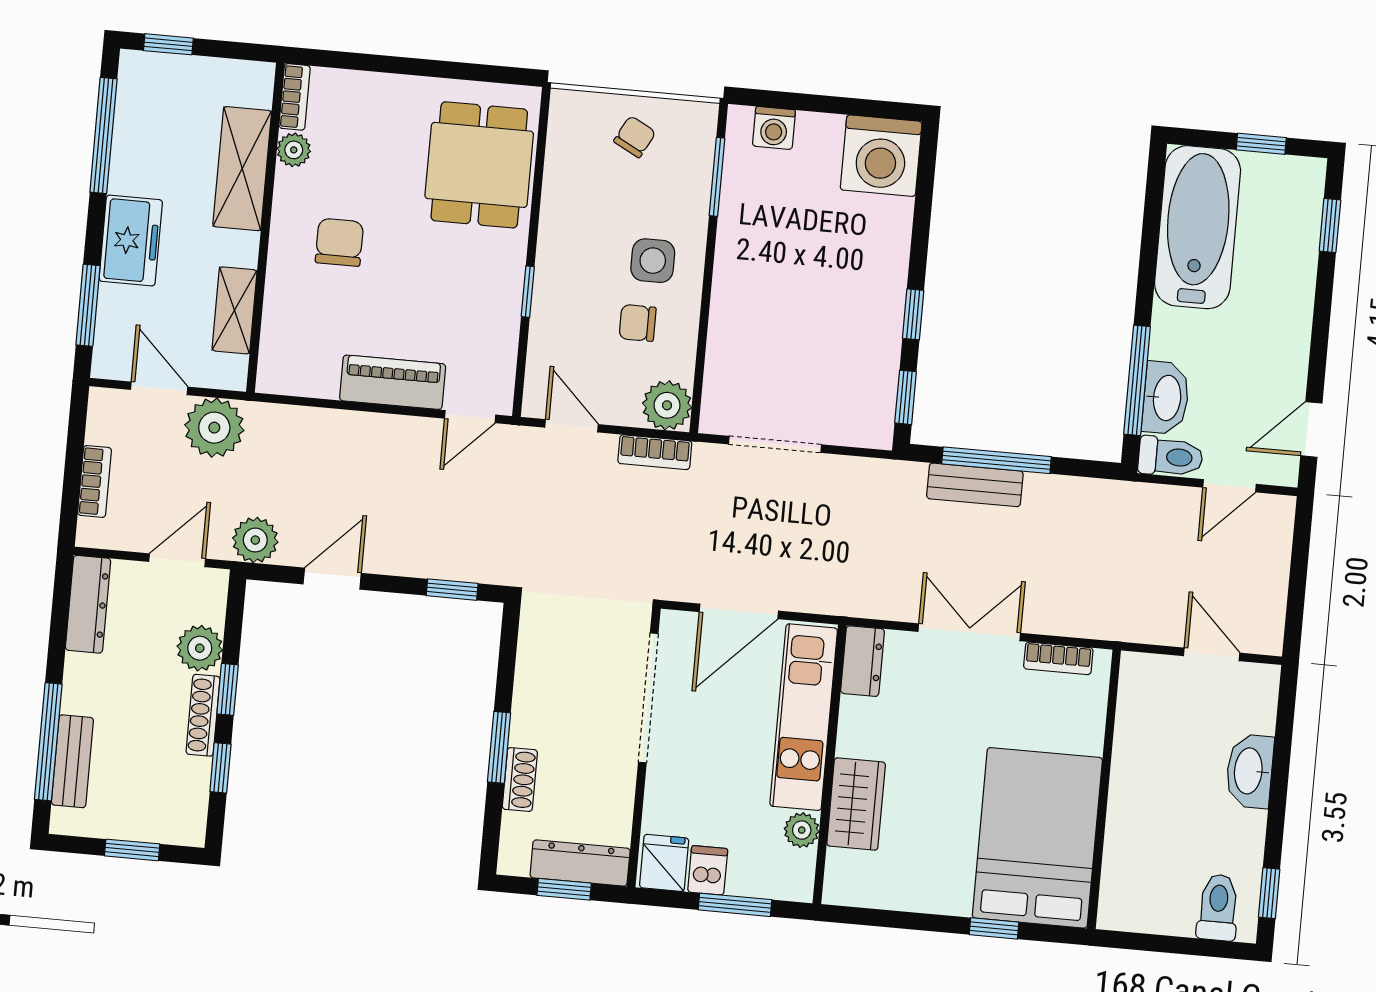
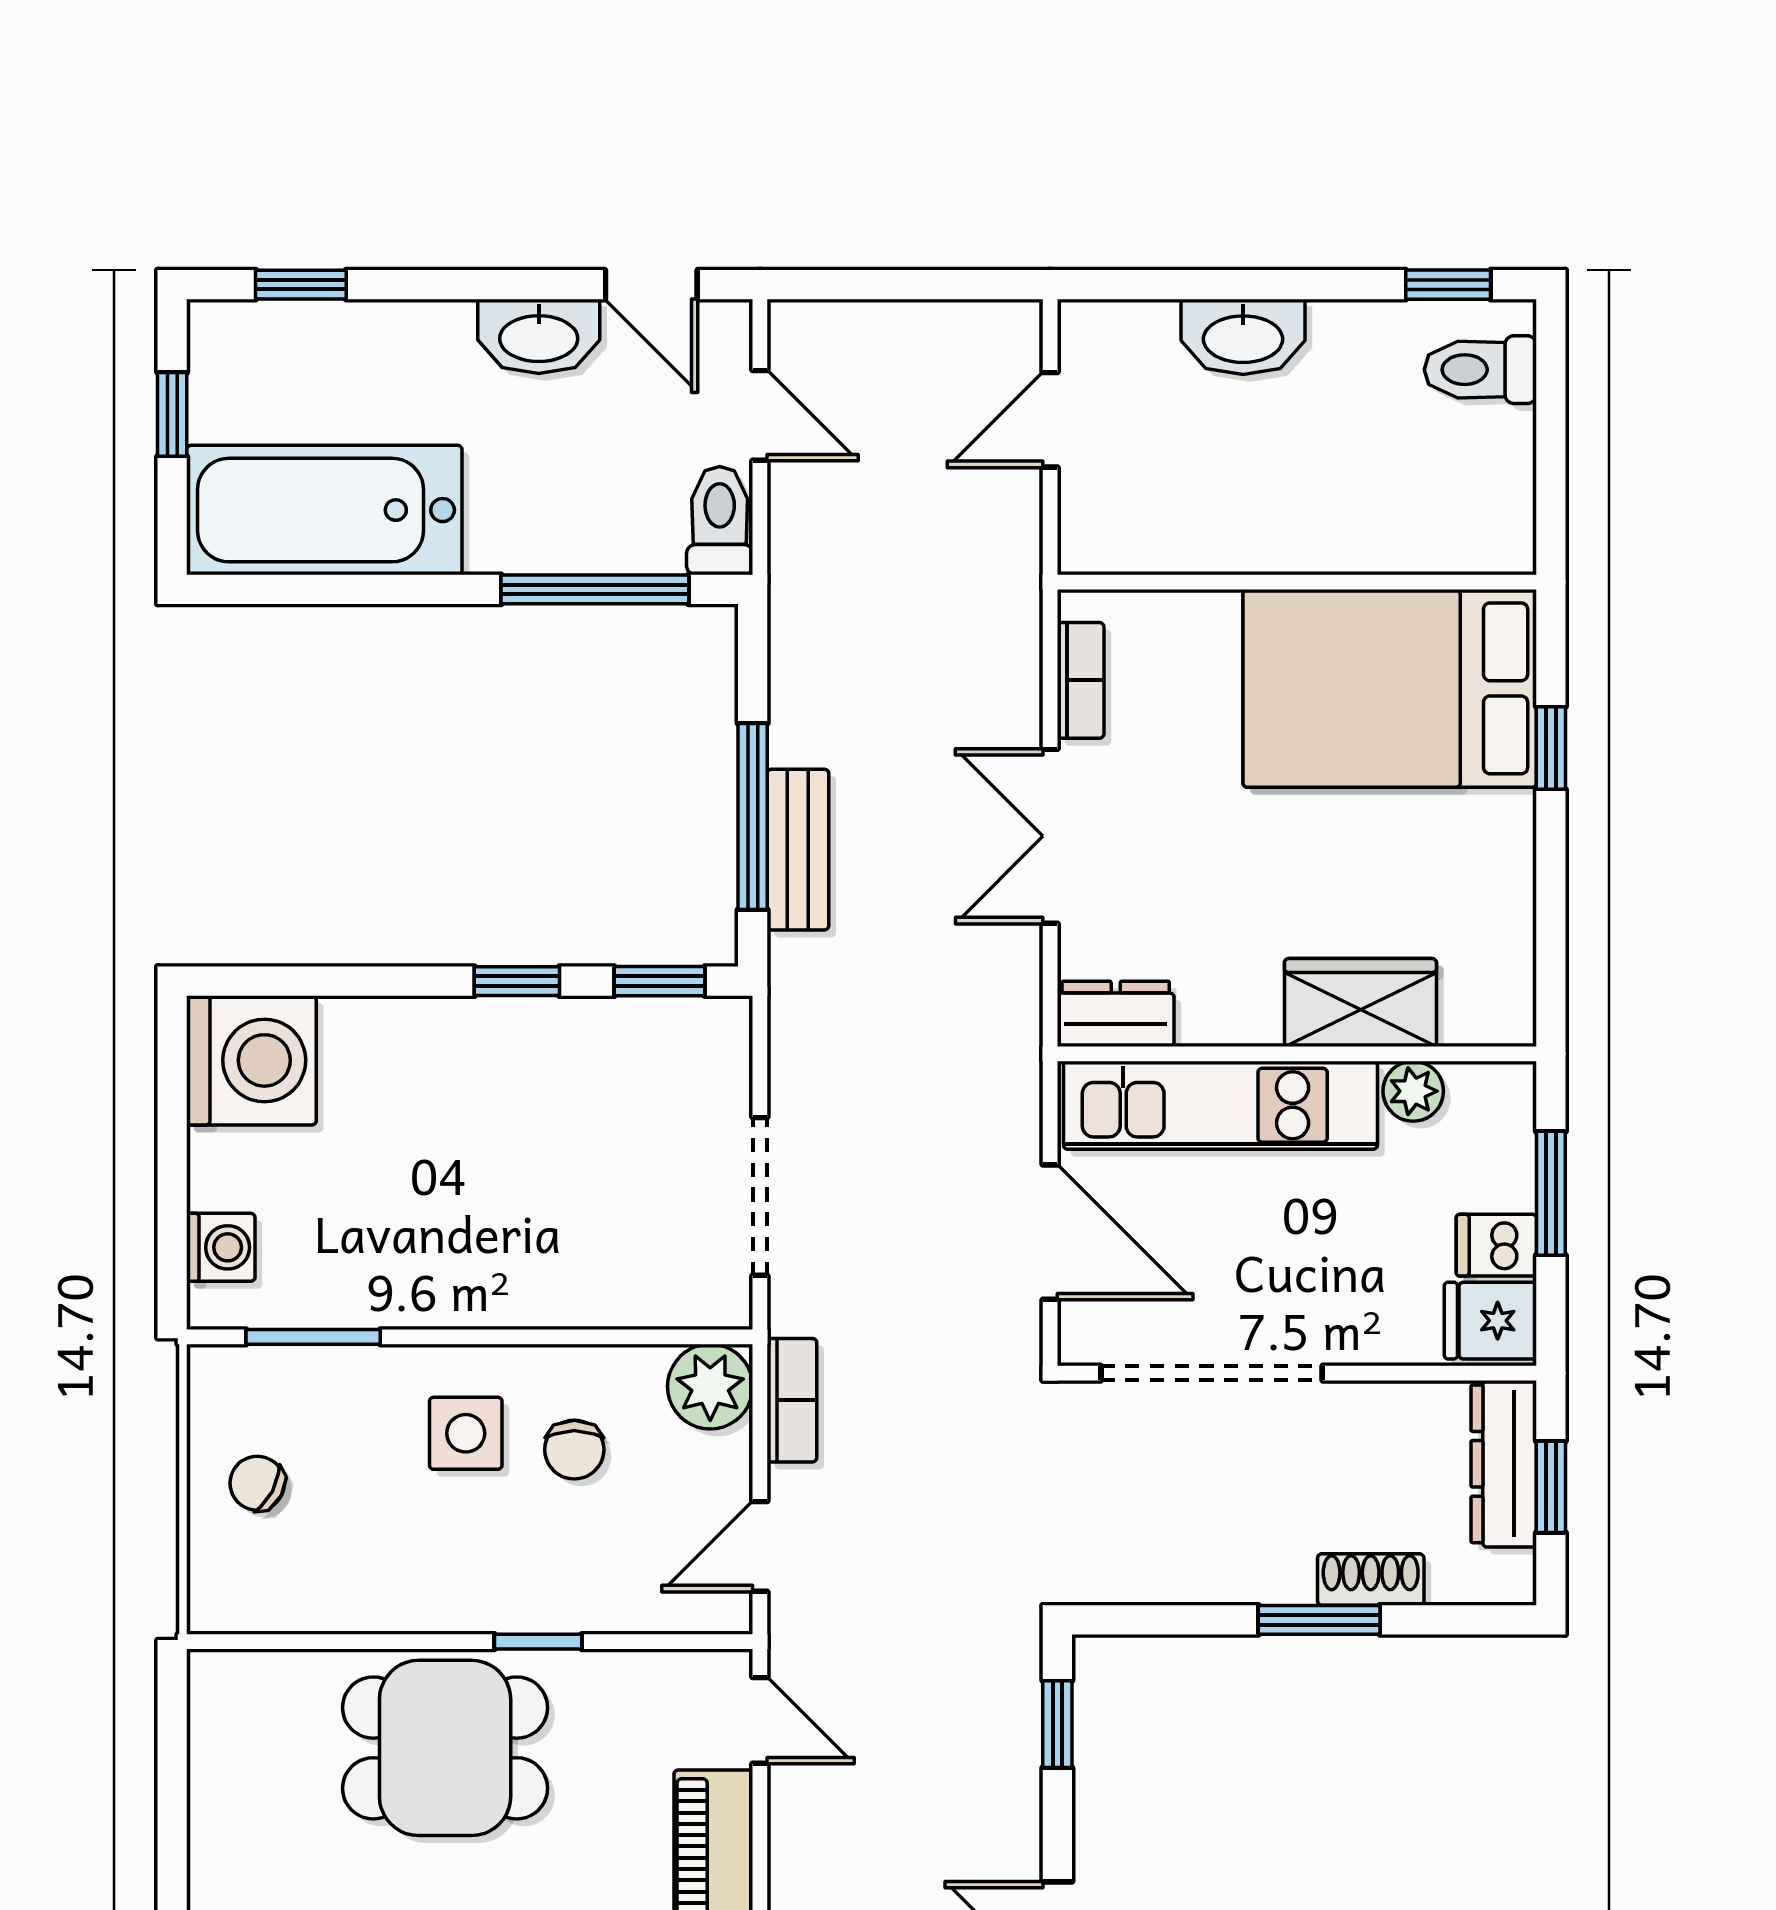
dining table: (479, 165) -> (445, 1748), moved
washbasin: (1166, 398) -> (539, 336), moved, turned 180

